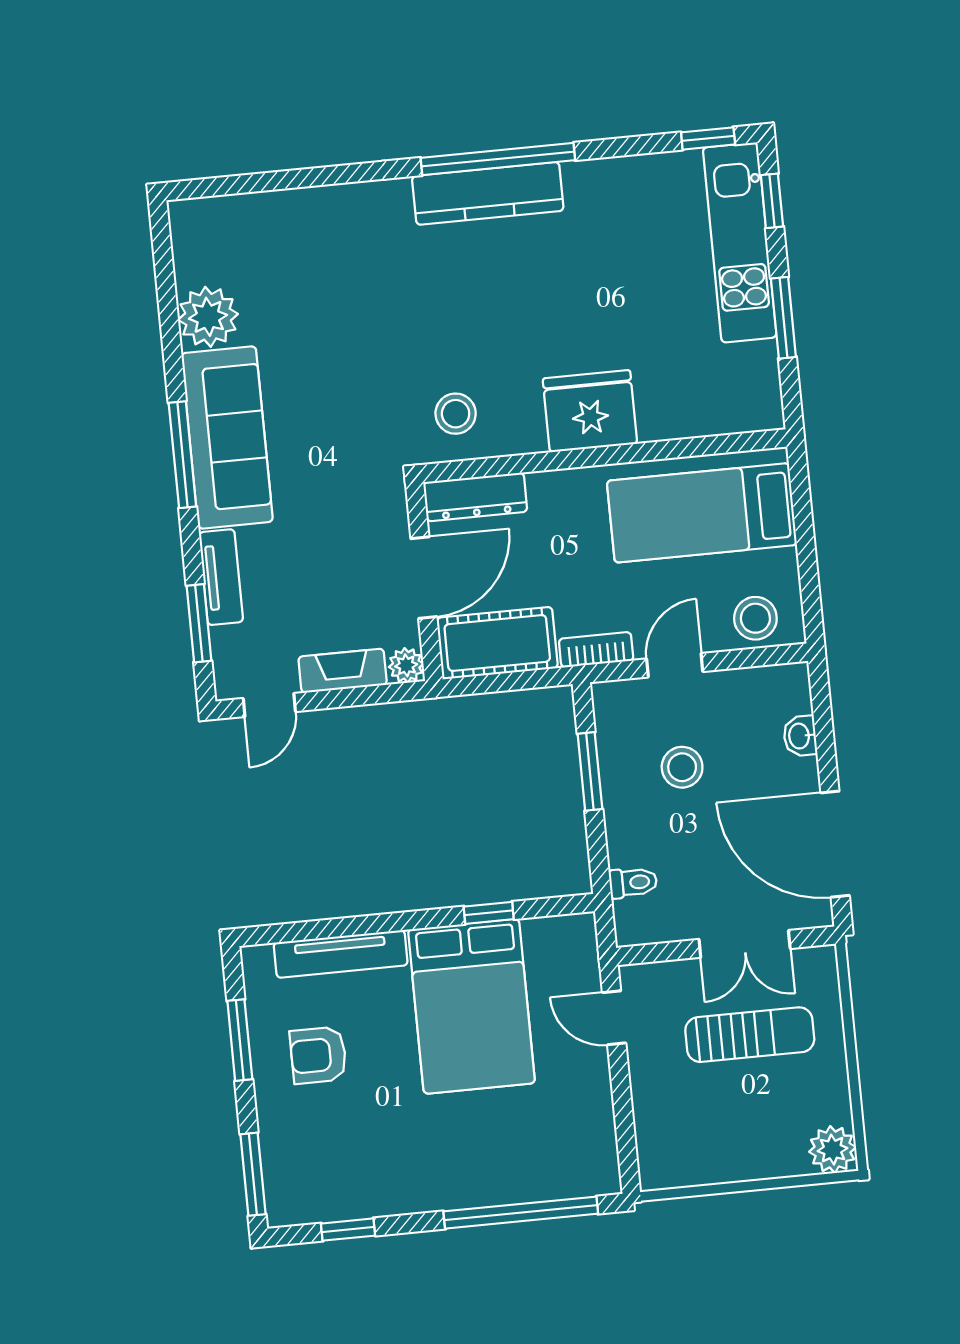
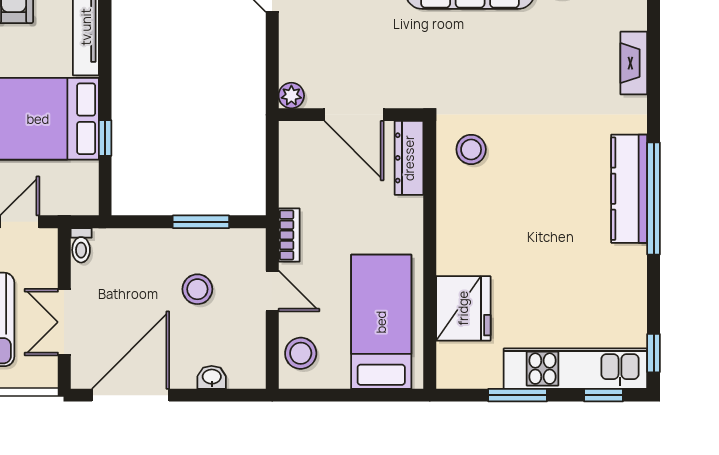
fridge: (590, 411) -> (463, 308), moved
cot: (497, 643) -> (301, 163), removed
fireplace: (343, 671) -> (634, 63), moved, turned 180
toilet: (633, 882) -> (81, 245), moved

